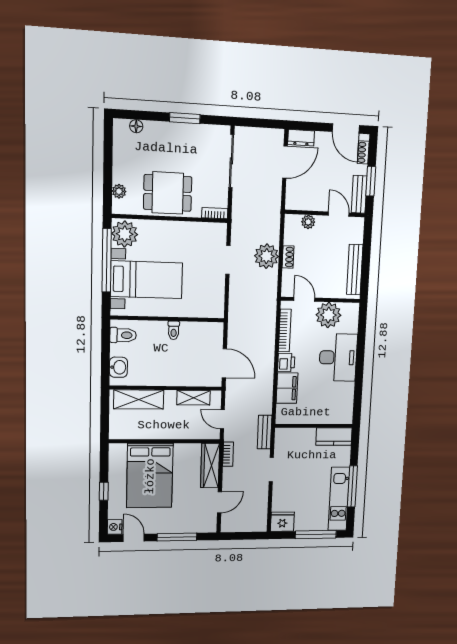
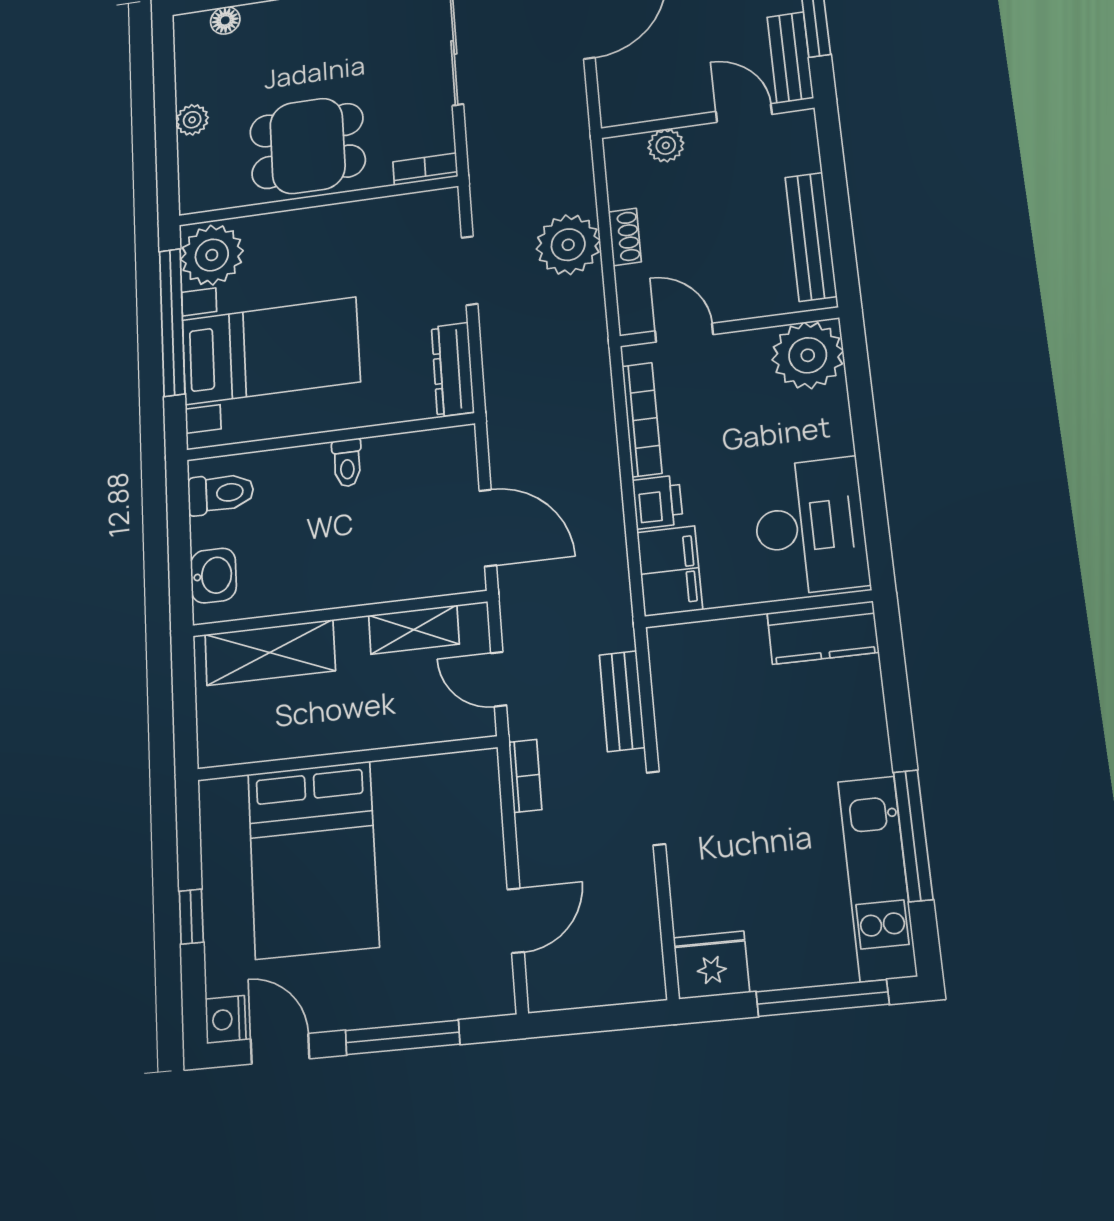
plant: (119, 191) -> (192, 120), moved
dresser: (217, 299) -> (453, 369), added
plant: (328, 315) -> (808, 355), moved
desk: (338, 358) -> (810, 526), moved
wall: (314, 426) -> (758, 609), moved
kitchen counter: (334, 437) -> (823, 633), moved
wardrobe: (210, 465) -> (478, 814), removed

